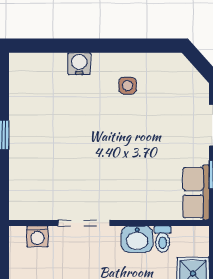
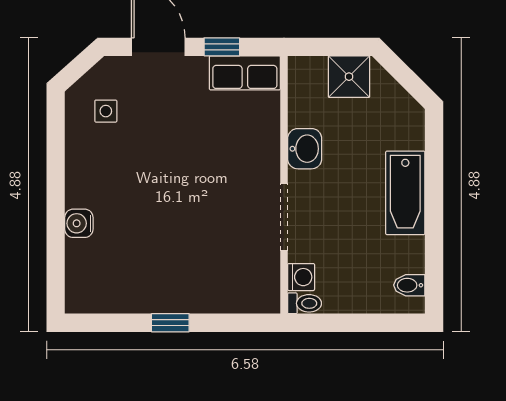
side table: (128, 86) -> (106, 111), moved
toilet: (163, 239) -> (305, 303), moved

